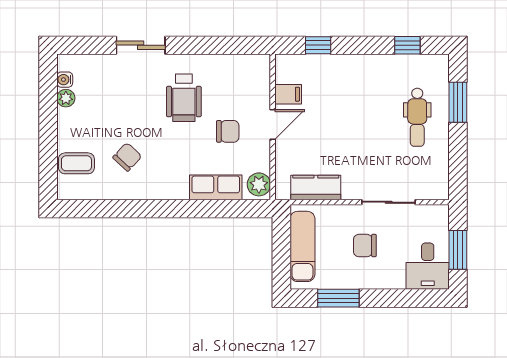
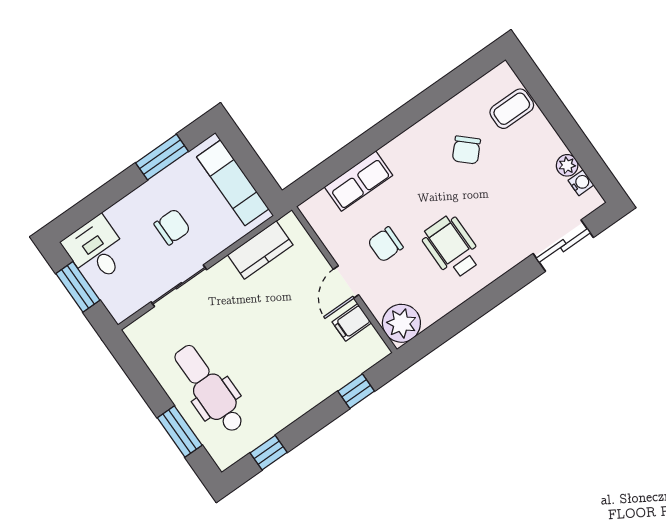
sliding door: (141, 45) -> (563, 246), moved
dental chair: (417, 117) -> (209, 389), width x1.36, depth x1.38
plant: (259, 184) -> (401, 323), moved, width x1.36, depth x1.36

